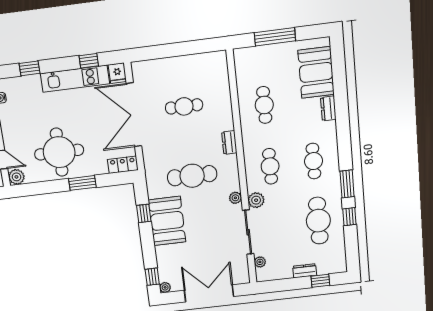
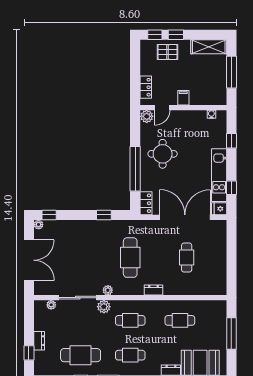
round table: (59, 152) -> (163, 154), width x0.73, depth x0.73
window: (82, 183) -> (135, 169), width x2.11
booth: (167, 221) -> (95, 233), removed

